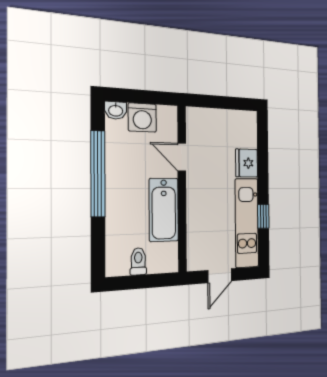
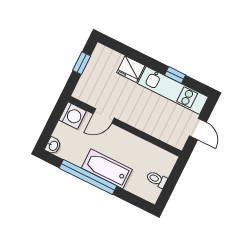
window: (227, 103) -> (82, 63), added
washing machine: (142, 118) -> (73, 116), moved
bathtub: (164, 210) -> (107, 169), moved, turned 180

